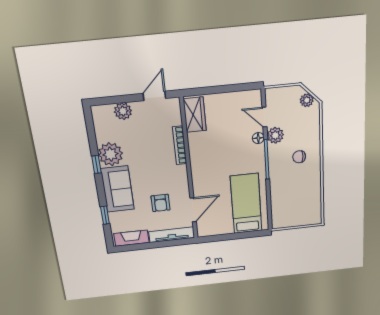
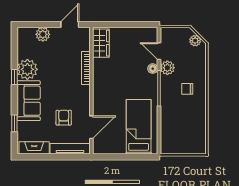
armchair: (161, 203) -> (64, 118), turned 180

